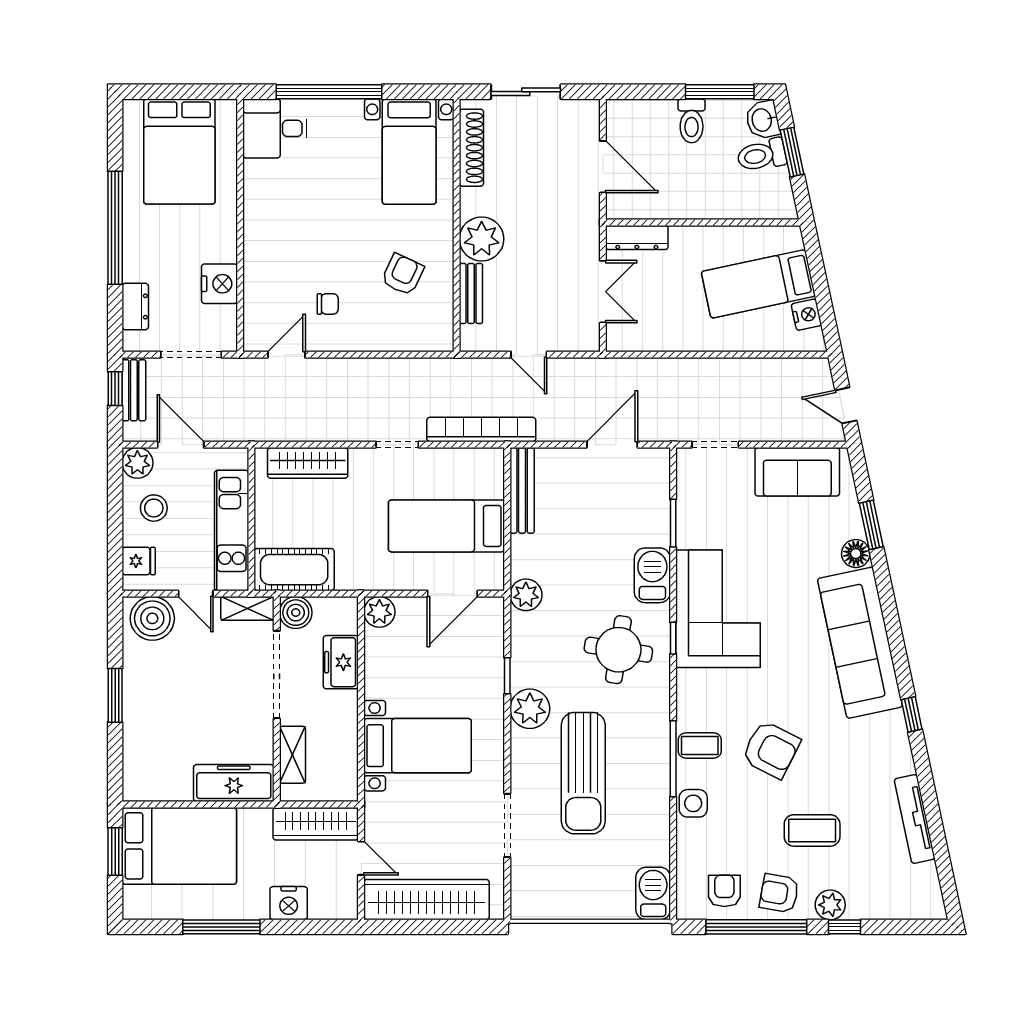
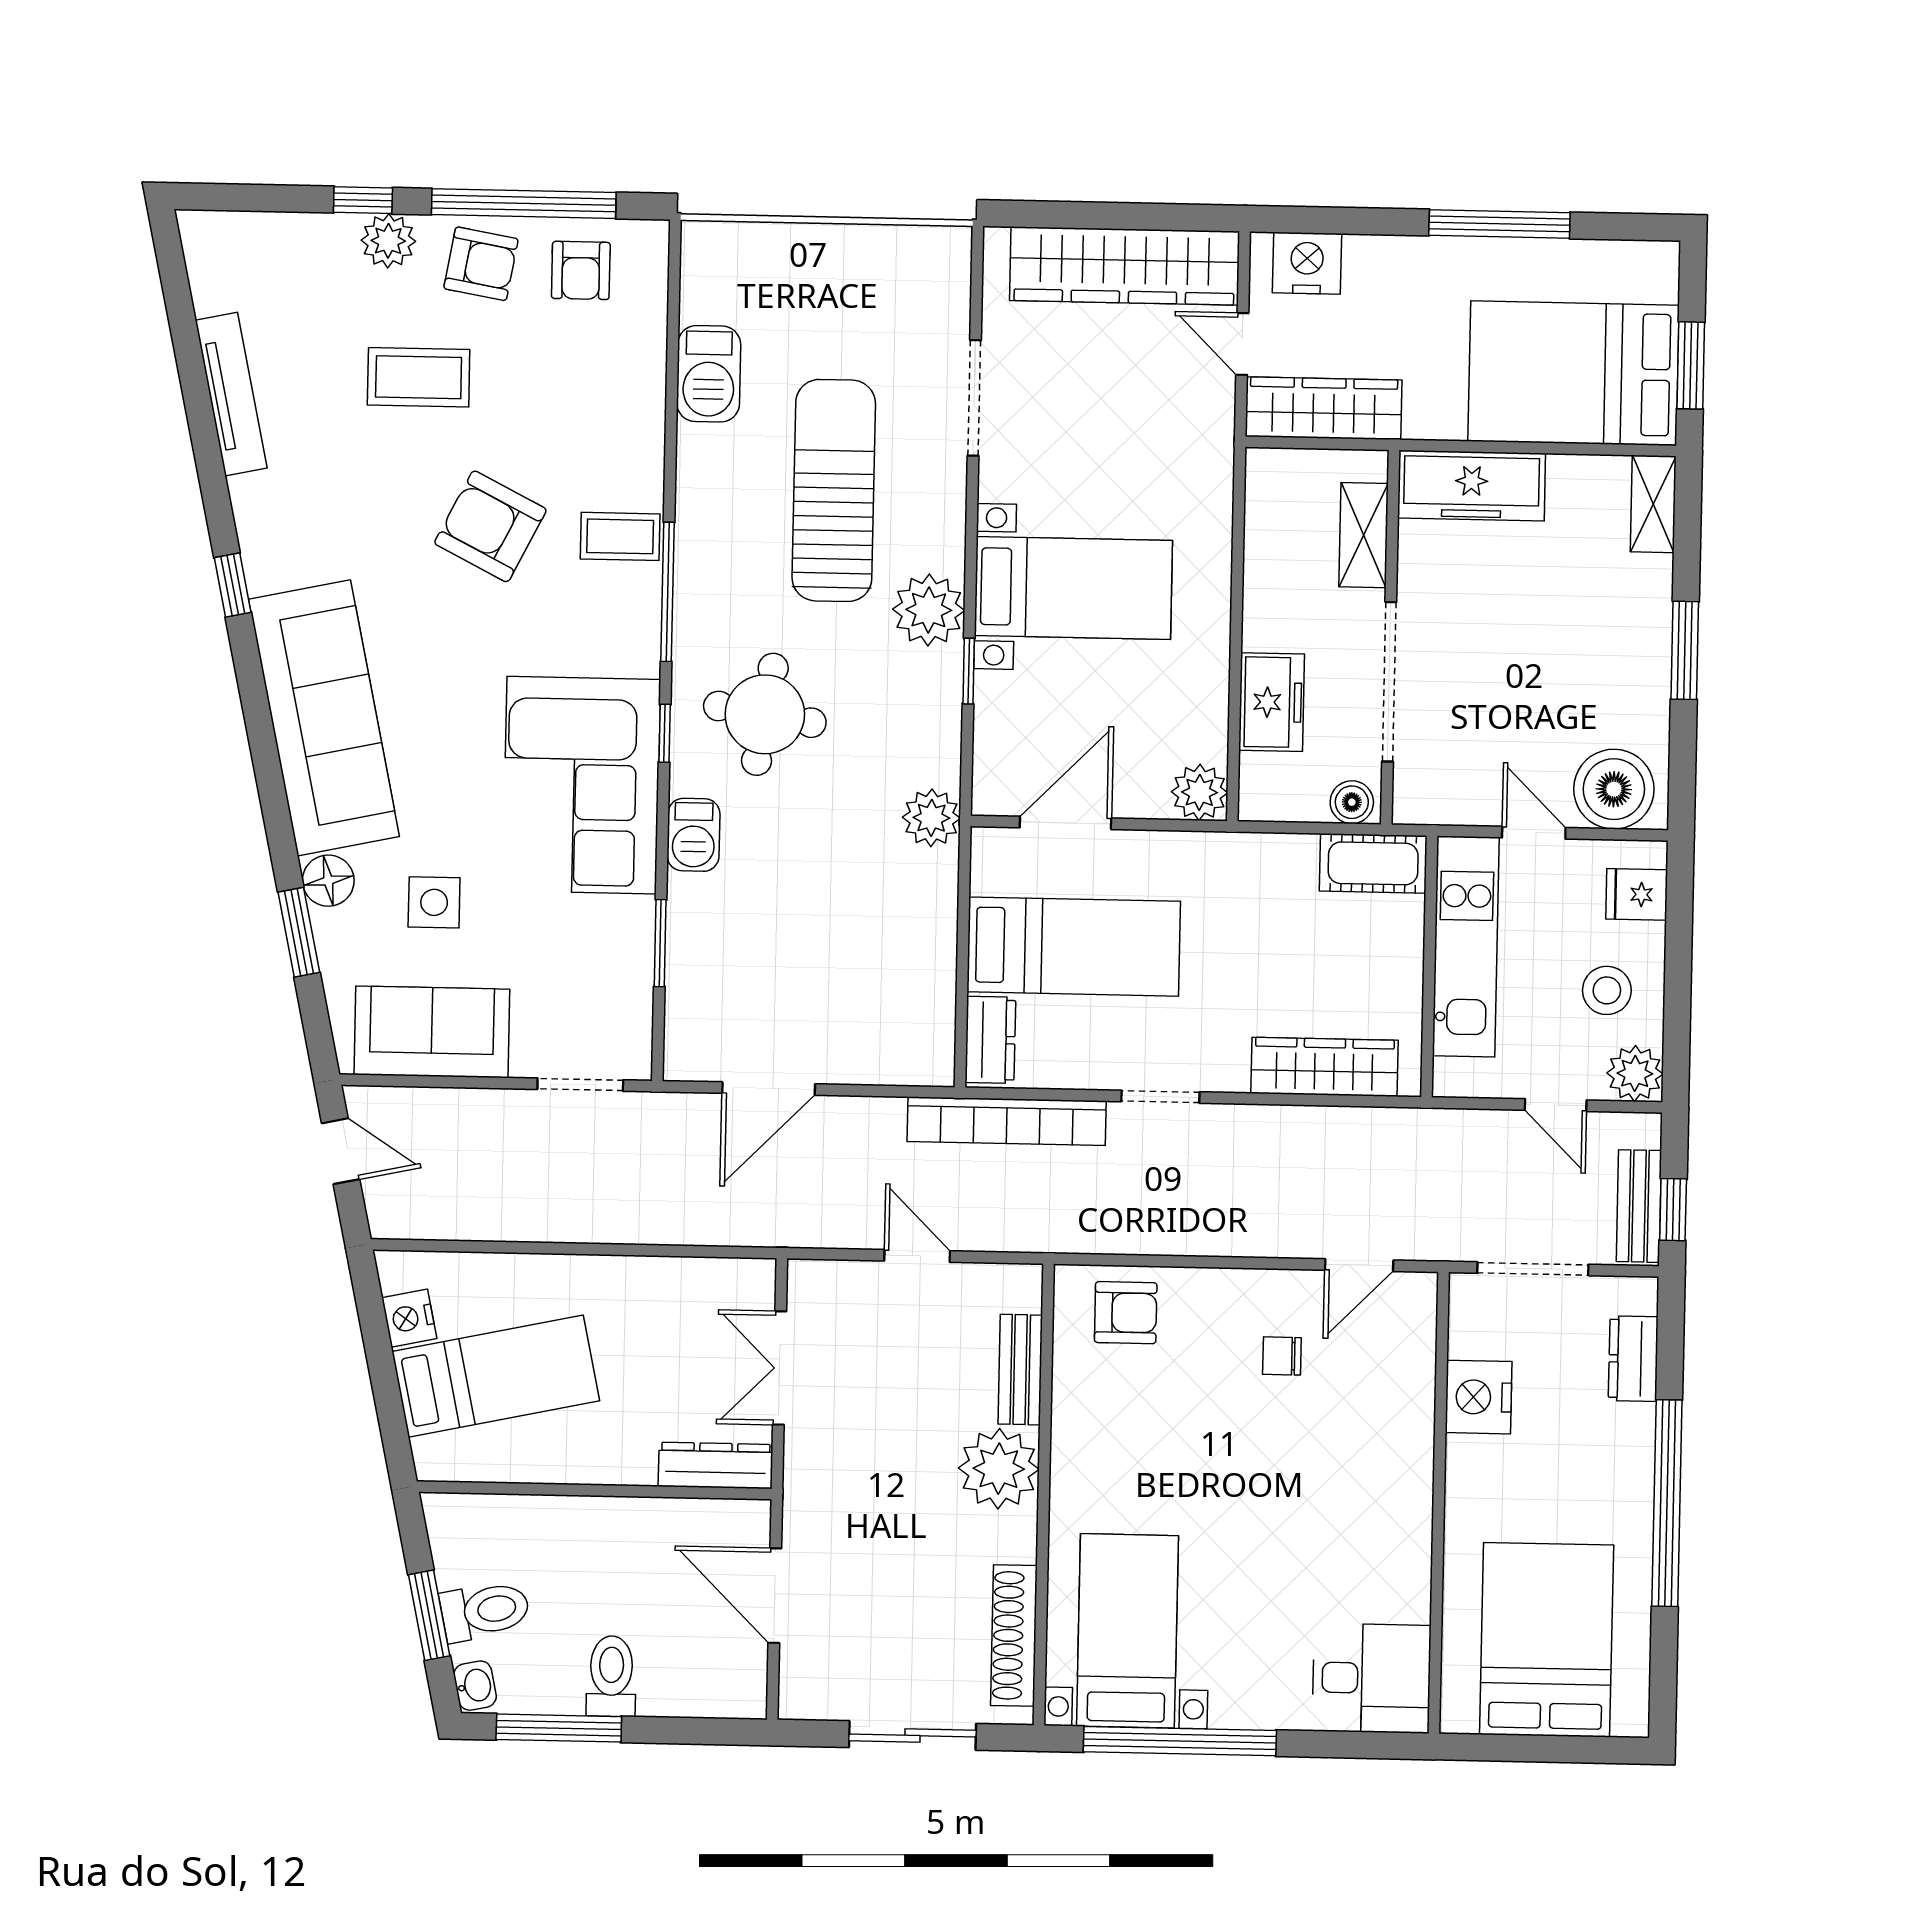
window: (329, 92) -> (1180, 1741), moved
washbasin: (763, 120) -> (475, 1686), width x0.72, depth x0.69
armchair: (403, 274) -> (1126, 1313), moved, turned -115
door: (181, 445) -> (1556, 1105), width x0.73
dresser: (491, 474) -> (990, 1040), added
bench: (522, 490) -> (934, 1009), removed
cot: (294, 570) -> (1373, 863), width x0.73, depth x0.75
barbecue: (652, 575) -> (693, 835), width x0.73, depth x0.79
shelving: (247, 608) -> (1653, 504), moved, turned 90
boiler: (296, 613) -> (1352, 802), width x0.73, depth x0.73
bed with nightstands: (418, 746) -> (1073, 588), moved, turned 180
window: (673, 759) -> (668, 592), moved
side table: (693, 803) -> (434, 902), moved
barbecue: (653, 893) -> (709, 374), moved
nightstand: (289, 903) -> (1307, 263), moved

